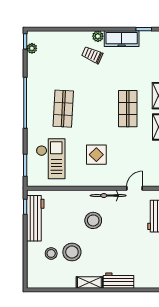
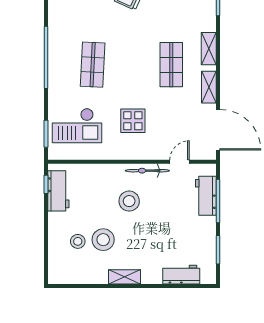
checkout: (51, 159) -> (77, 126), turned 90
workbench: (35, 218) -> (58, 191), width x0.73
workbench: (119, 281) -> (181, 275), moved

